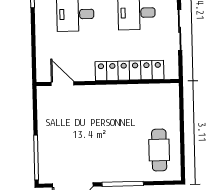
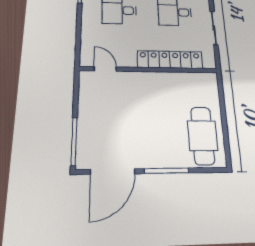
cafe table: (159, 150) -> (203, 136), width x1.37, depth x1.35

